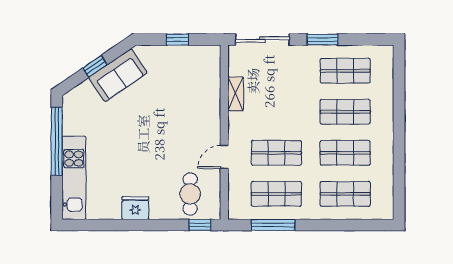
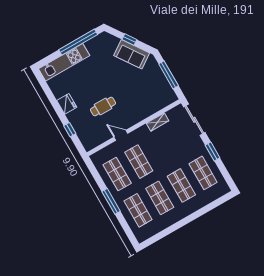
window: (177, 40) -> (169, 75), width x2.17
cafe table: (190, 194) -> (103, 107), moved
window: (200, 225) -> (70, 130), moved
window: (273, 225) -> (111, 201), moved

